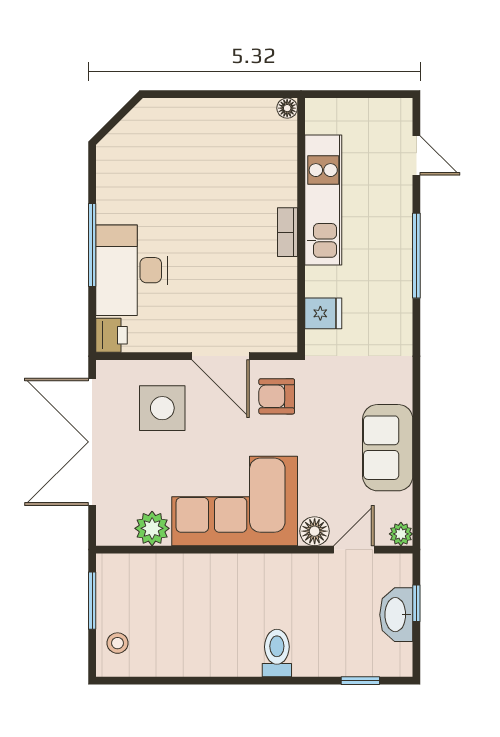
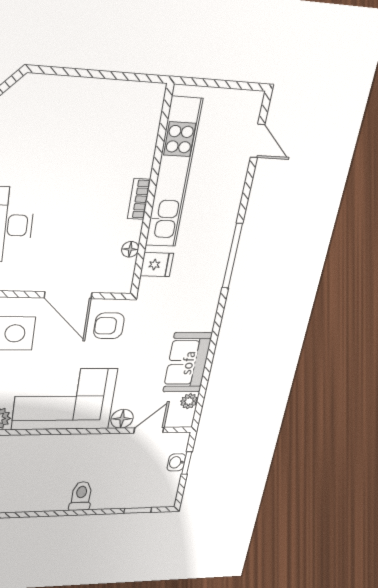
floor lamp: (287, 108) -> (130, 249), moved
kitchen unit: (323, 200) -> (173, 174), width x1.36
window: (416, 256) -> (232, 256), moved
plant: (401, 534) -> (189, 401), moved
washbasin: (396, 615) -> (176, 462), width x0.52, depth x0.69

